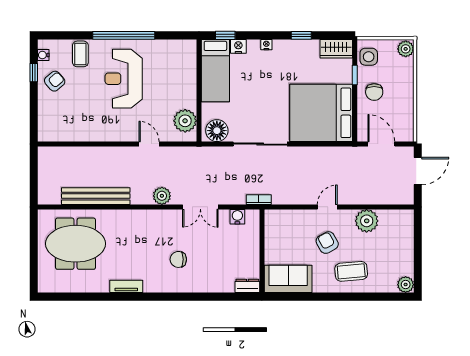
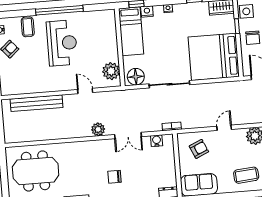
reception desk: (124, 79) -> (62, 43), turned 180
bench: (96, 196) -> (37, 103), moved
armchair: (327, 243) -> (199, 149), moved, turned 95

